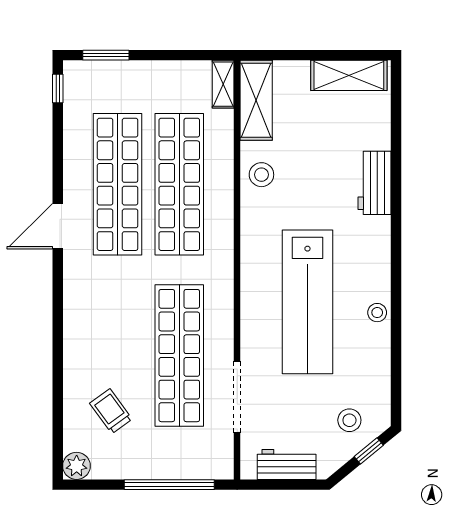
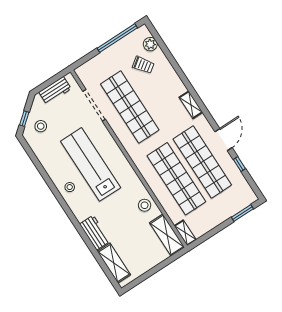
shelving: (349, 75) -> (114, 263), moved, turned 90
window: (58, 89) -> (239, 164), moved
door: (58, 226) -> (223, 140), moved
shelving: (74, 293) -> (191, 105), added
stool: (377, 313) -> (70, 187), moved
plant: (77, 466) -> (150, 44), moved
window: (169, 485) -> (117, 38), moved

